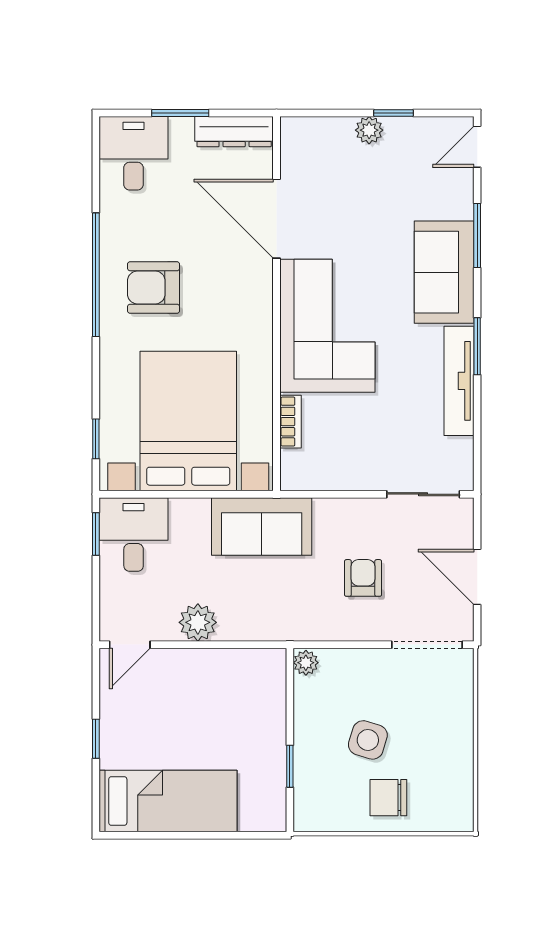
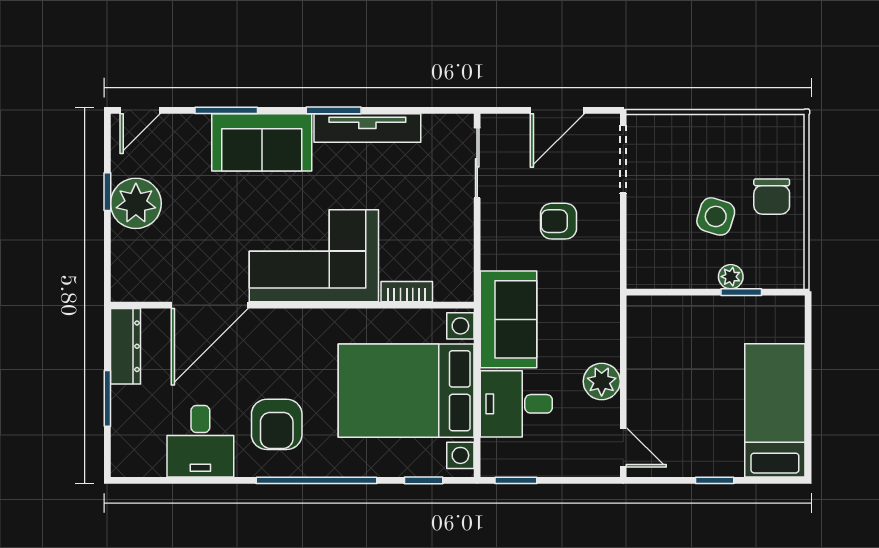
plant: (369, 130) -> (136, 203), width x1.87, depth x1.87
door: (477, 147) -> (140, 110), hinge flipped
desk: (133, 153) -> (200, 441), moved, turned -90
window: (96, 275) -> (316, 480), moved
desk: (134, 535) -> (516, 404), moved
plant: (306, 663) -> (731, 277), moved

